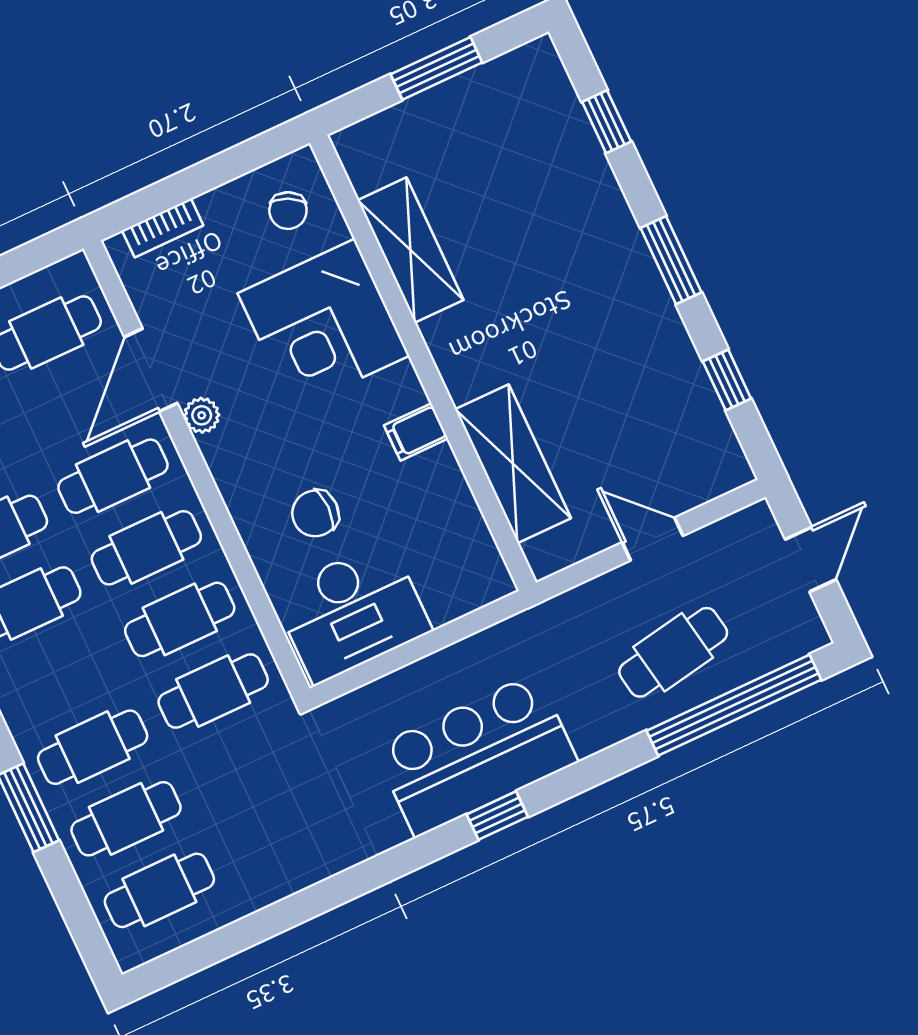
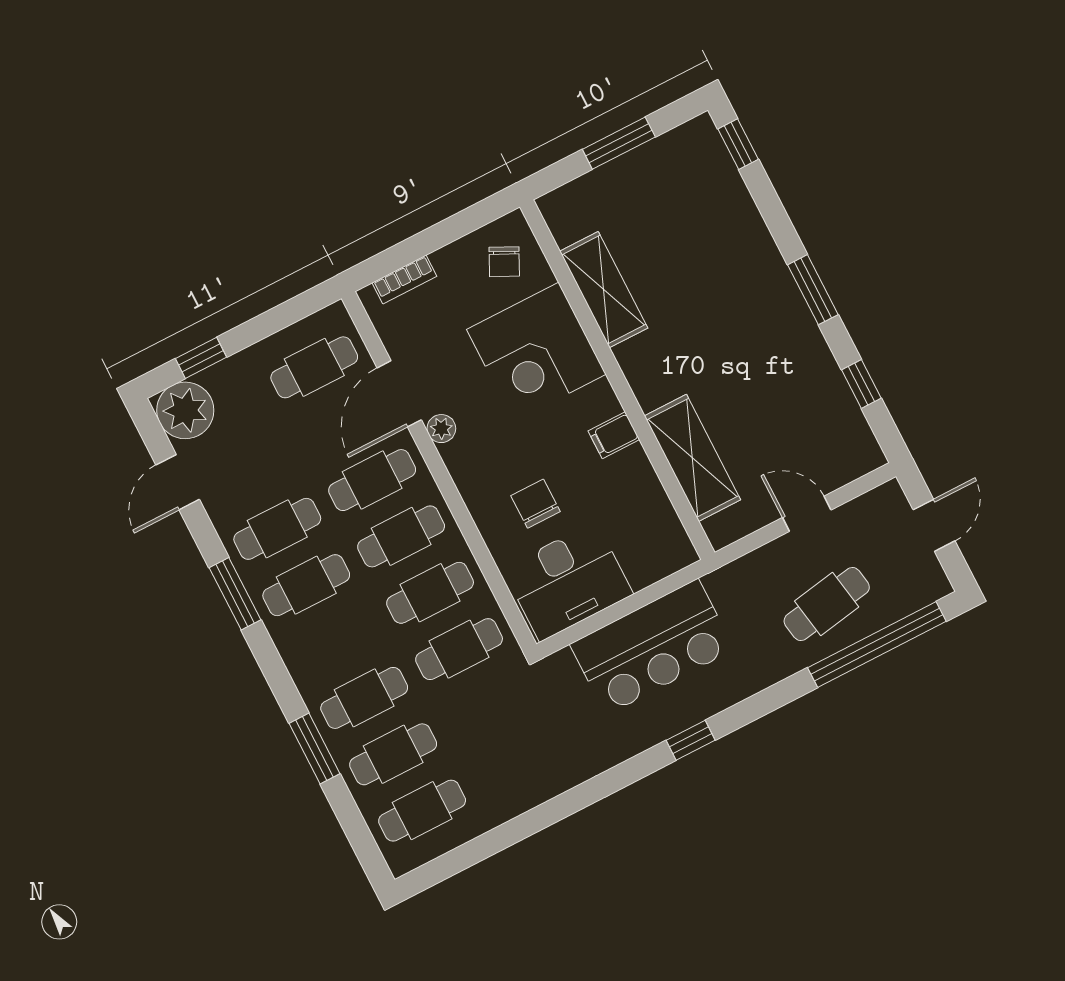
window: (607, 122) -> (738, 144), moved
chair: (315, 513) -> (536, 504), turned 90
bar counter: (476, 755) -> (652, 647), moved, turned 180

